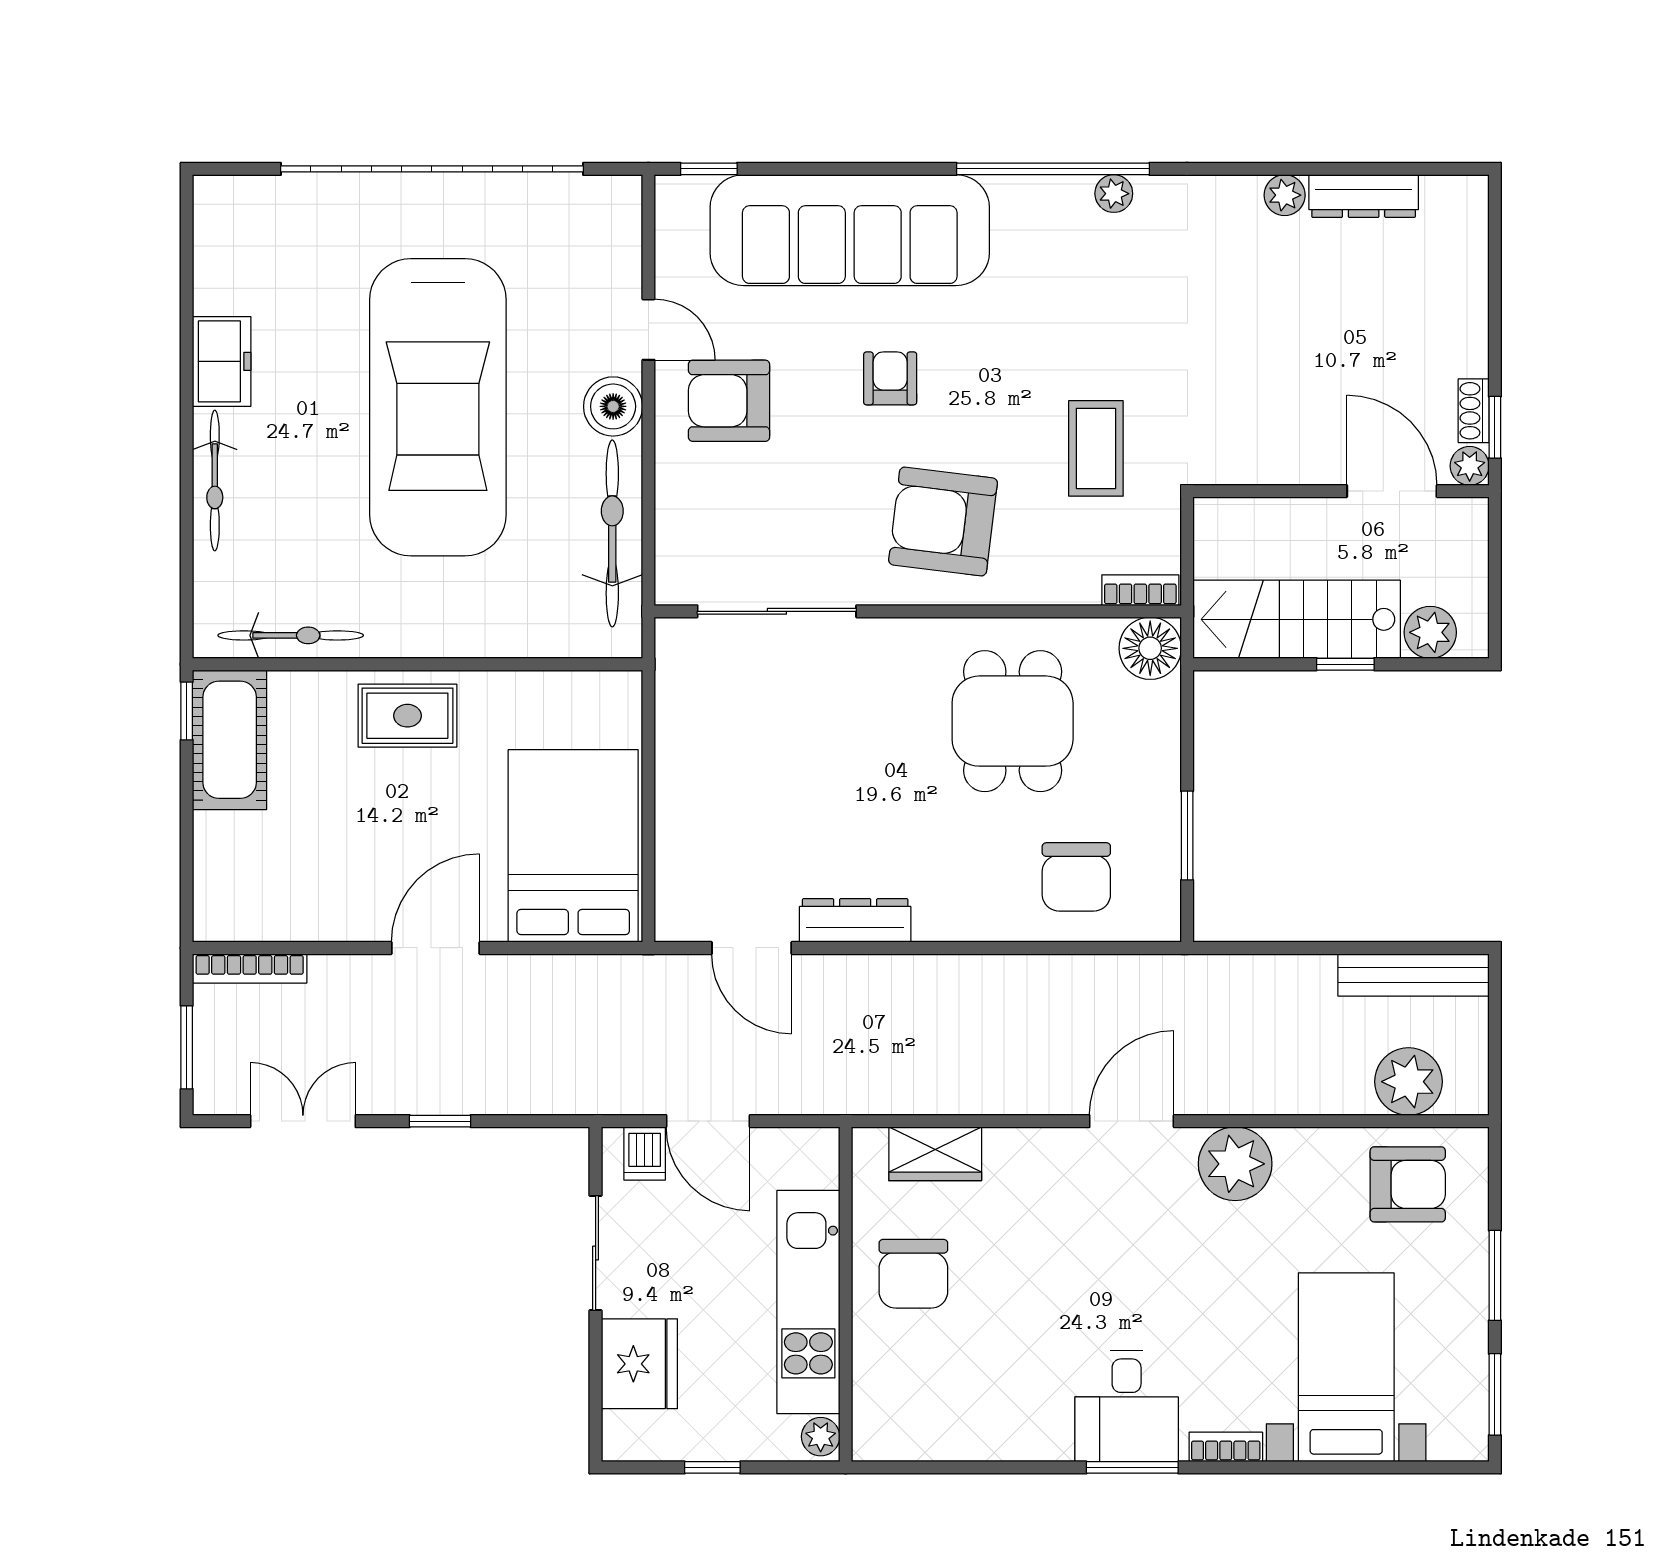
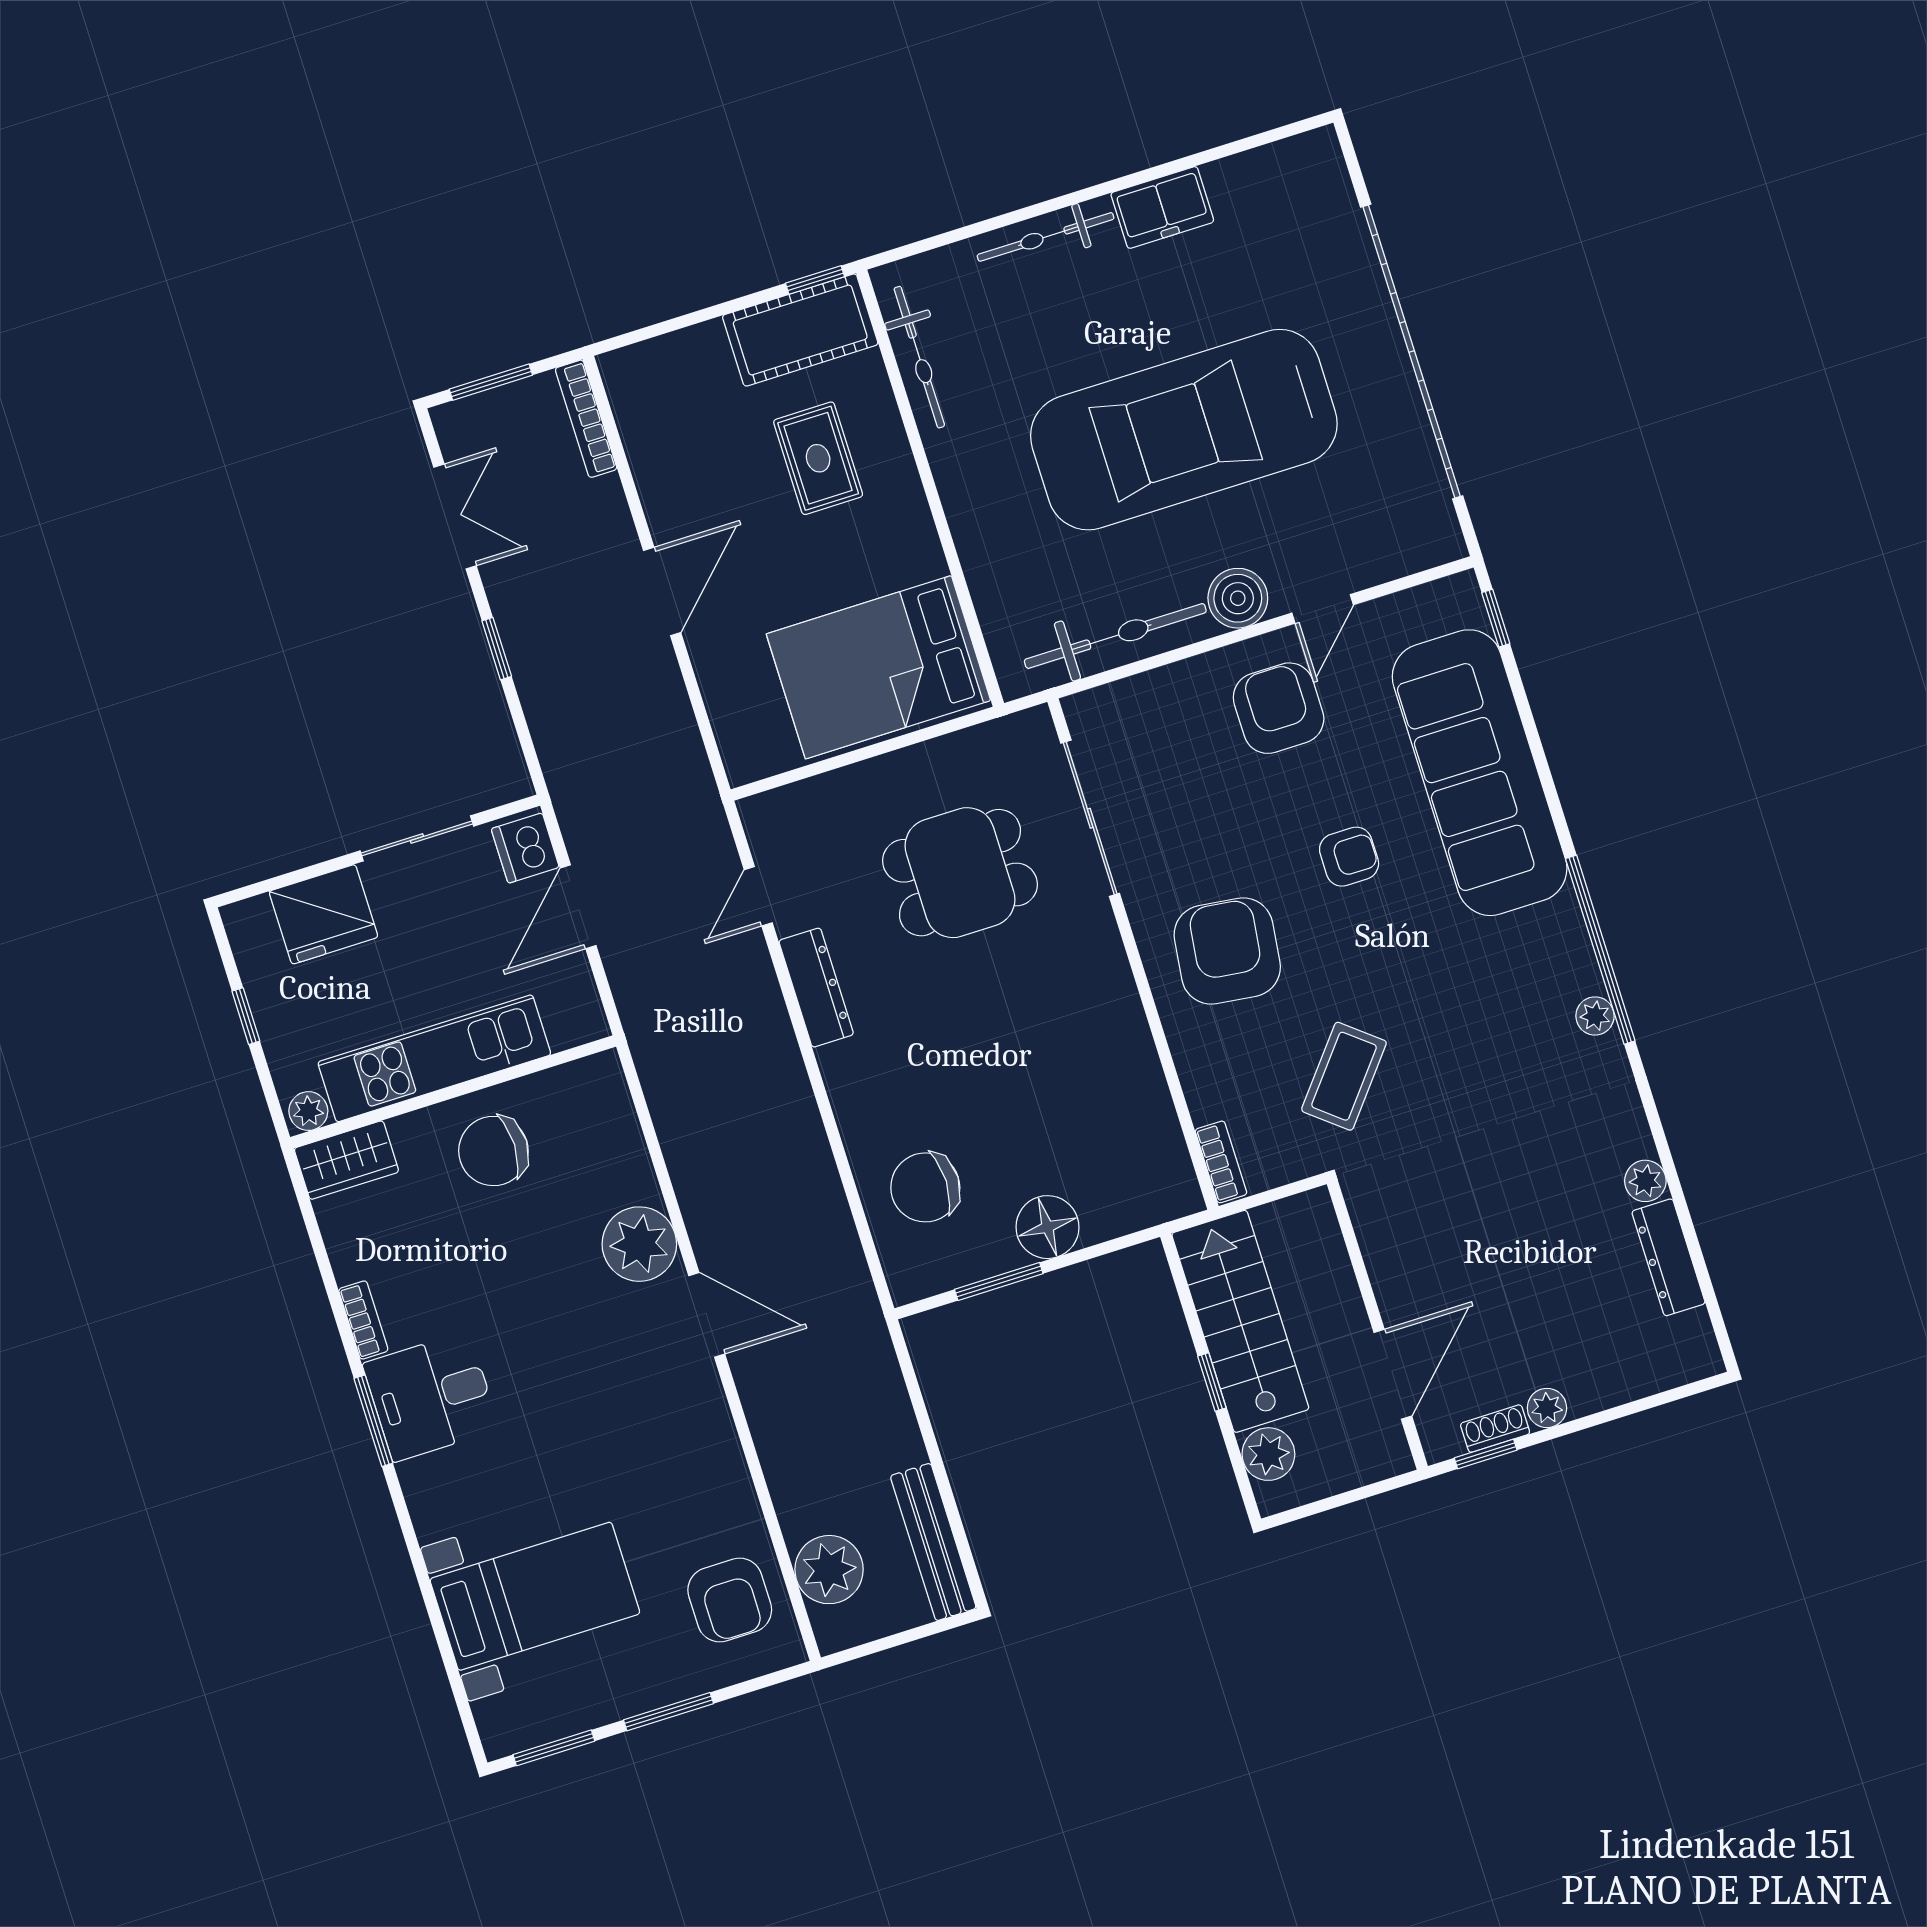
coffee table: (1096, 448) -> (1344, 1076), turned -51
plant: (1470, 466) -> (1547, 1408), moved
floor lamp: (1150, 648) -> (1047, 1227), moved
rug: (407, 716) -> (818, 458), moved
dining table: (1013, 721) -> (960, 873), moved
bed: (573, 846) -> (878, 667), moved, turned 180
door: (435, 948) -> (662, 592), hinge flipped
door: (752, 948) -> (758, 896), width x0.73
dishwasher: (645, 1154) -> (525, 848), width x1.38
wardrobe: (935, 1154) -> (346, 1160), moved, turned -90
plant: (1235, 1164) -> (639, 1244), moved
bookcase: (1226, 1447) -> (363, 1320), moved

